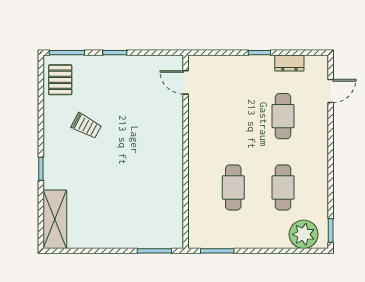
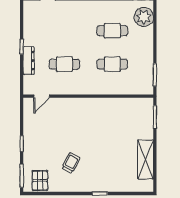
dresser: (289, 63) -> (29, 61), moved, width x1.44
pallet: (60, 80) -> (40, 180), turned 90
cafe table: (283, 116) -> (64, 64), moved
shelving: (55, 219) -> (146, 159), moved, turned 90

